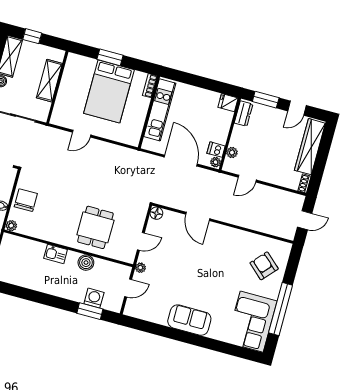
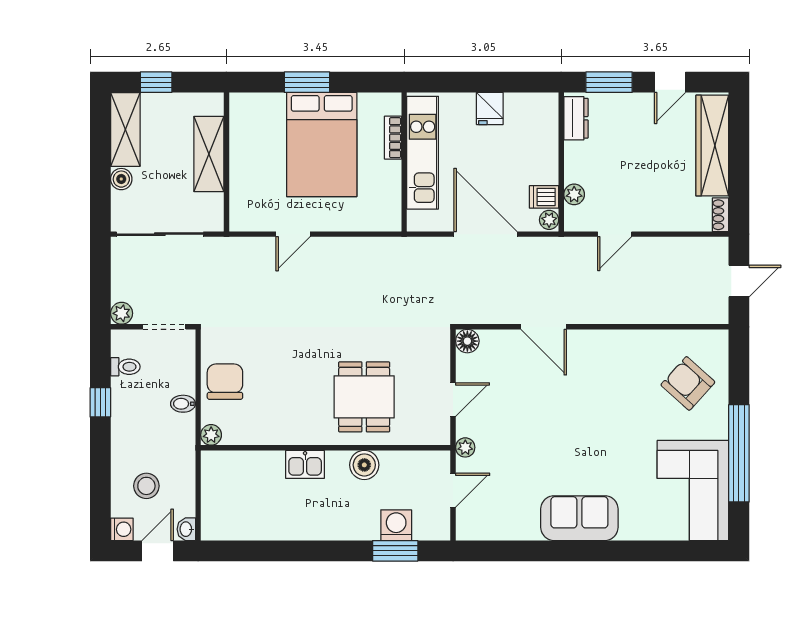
bookcase: (150, 86) -> (393, 138), moved
fridge: (228, 103) -> (490, 108), moved, turned -90

